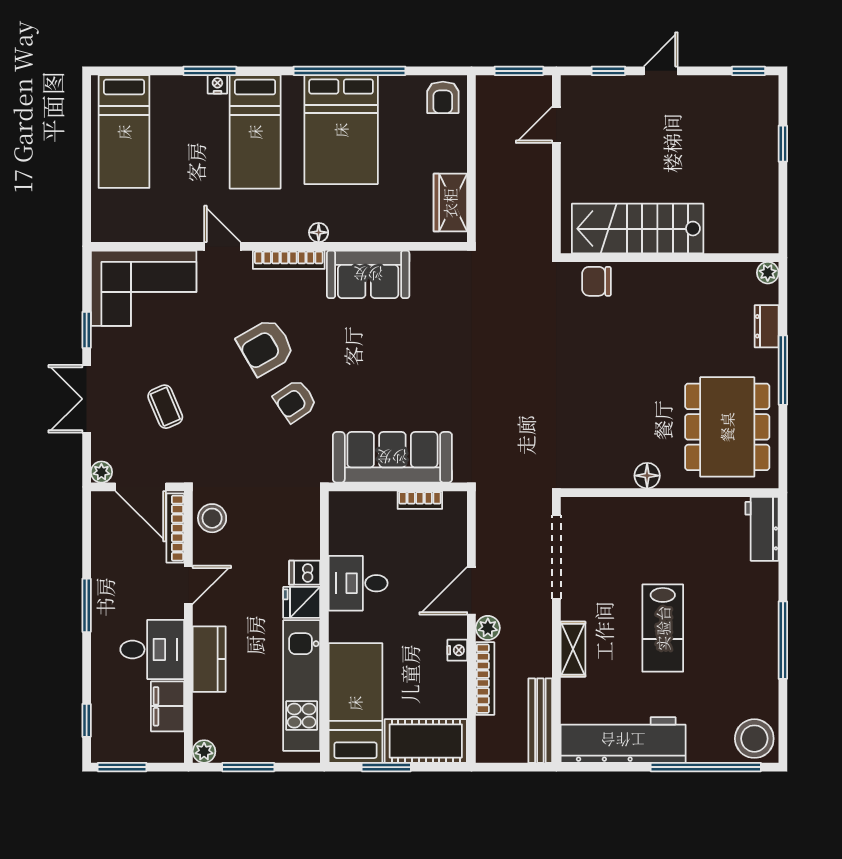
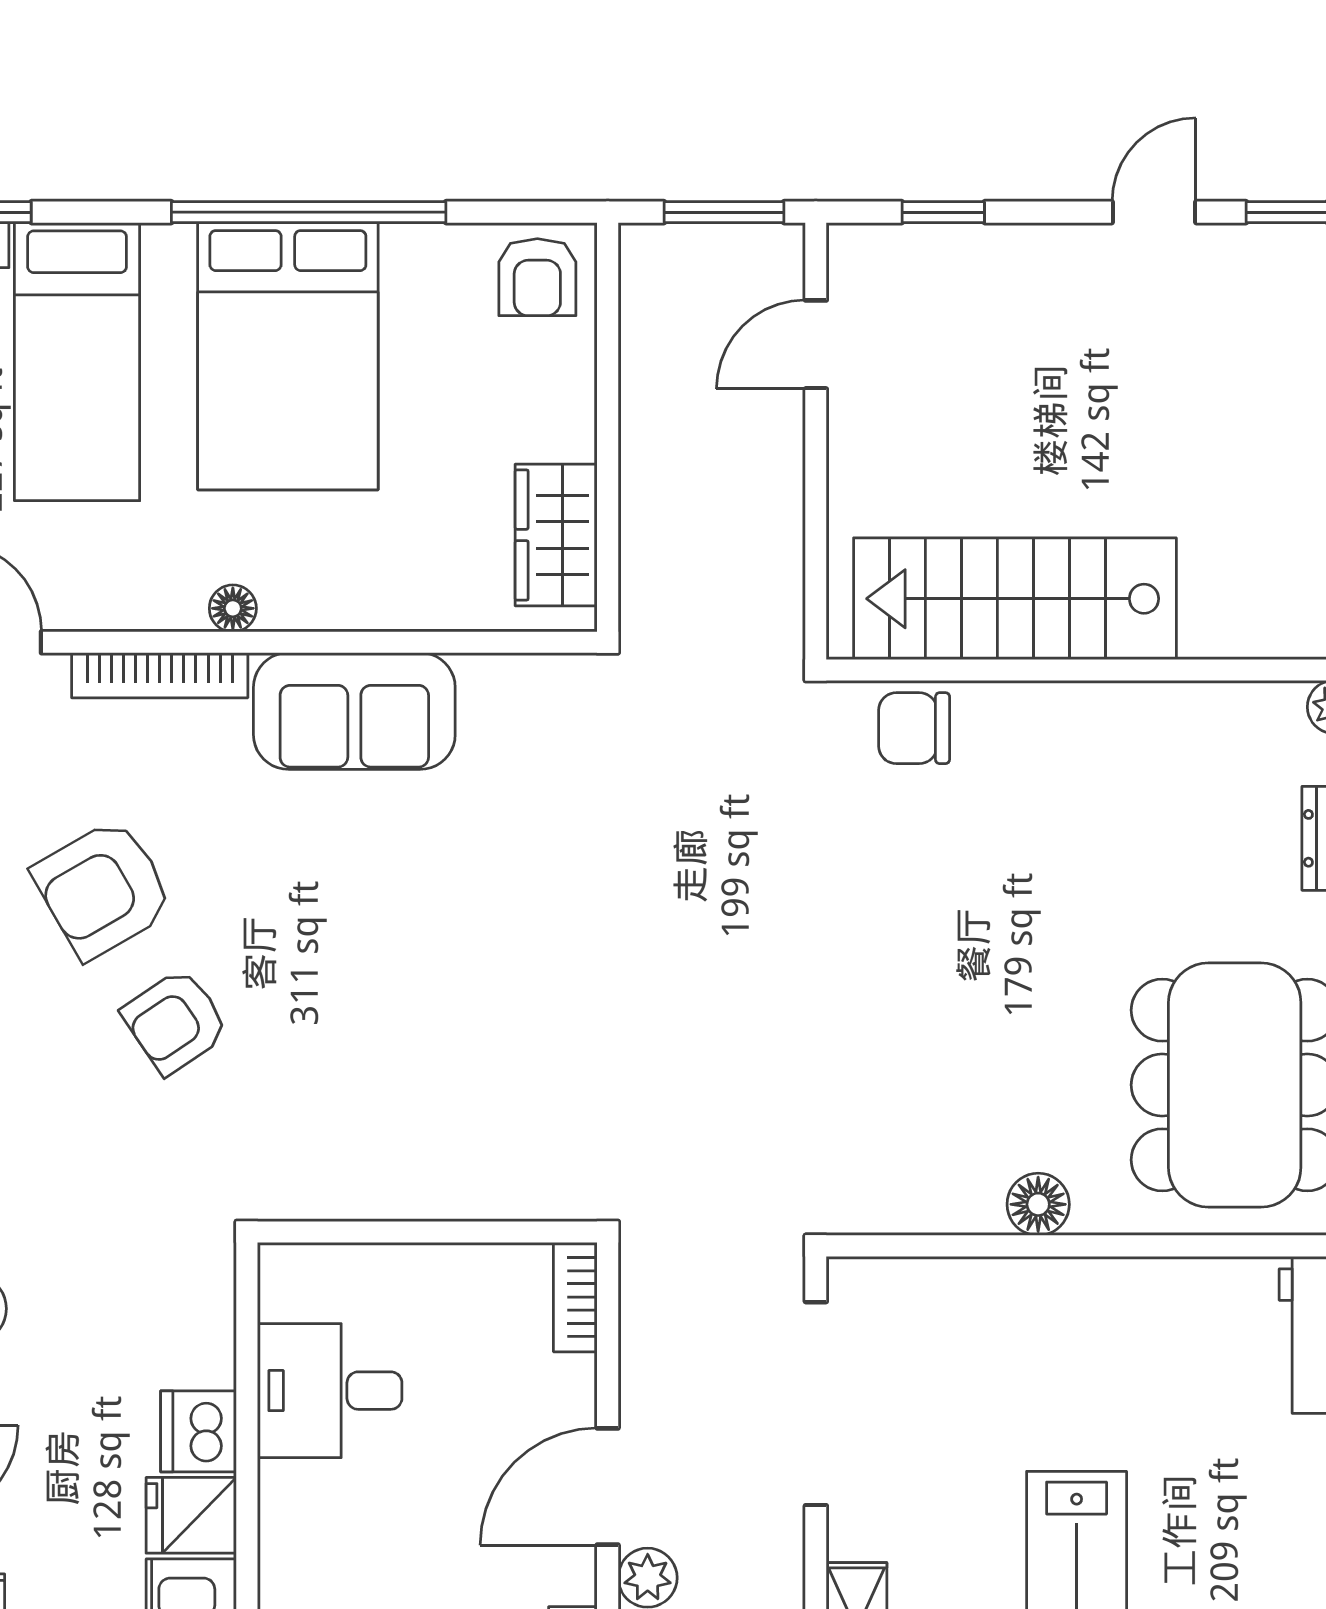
door: (661, 71) -> (1154, 212), moved
sofa: (392, 457) -> (414, 1160), removed
bookcase: (420, 500) -> (575, 1297), moved, turned 90
dishwasher: (305, 573) -> (199, 1431), width x1.38
desk: (358, 583) -> (330, 1391), moved

